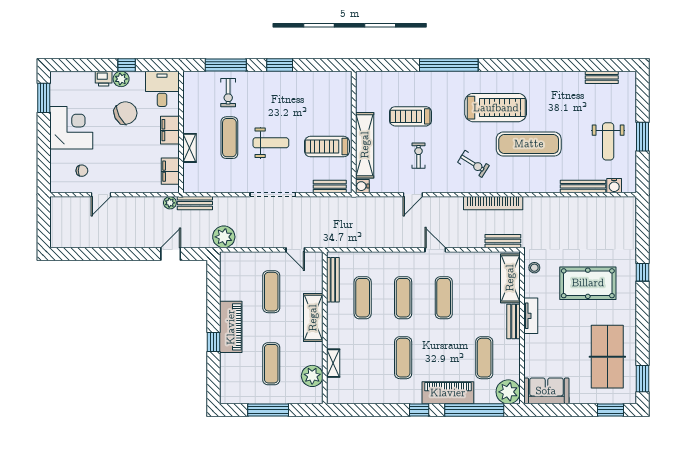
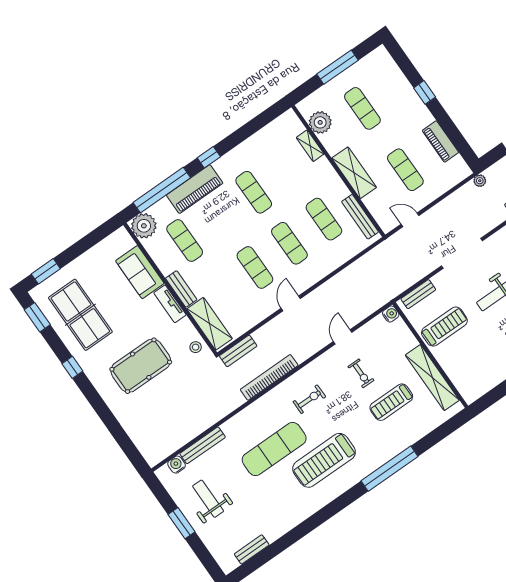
treadmill: (411, 116) -> (391, 402), turned 180
shelving: (365, 145) -> (432, 378), moved
exercise bike: (473, 164) -> (309, 399), turned 148
plant: (224, 237) -> (480, 181), width x0.53, depth x0.53
door: (435, 250) -> (291, 303), swing flipped
window: (643, 272) -> (72, 367), moved
piano: (231, 327) -> (440, 141), moved, width x0.73, depth x0.75
sofa: (546, 391) -> (140, 272), moved, turned 90

